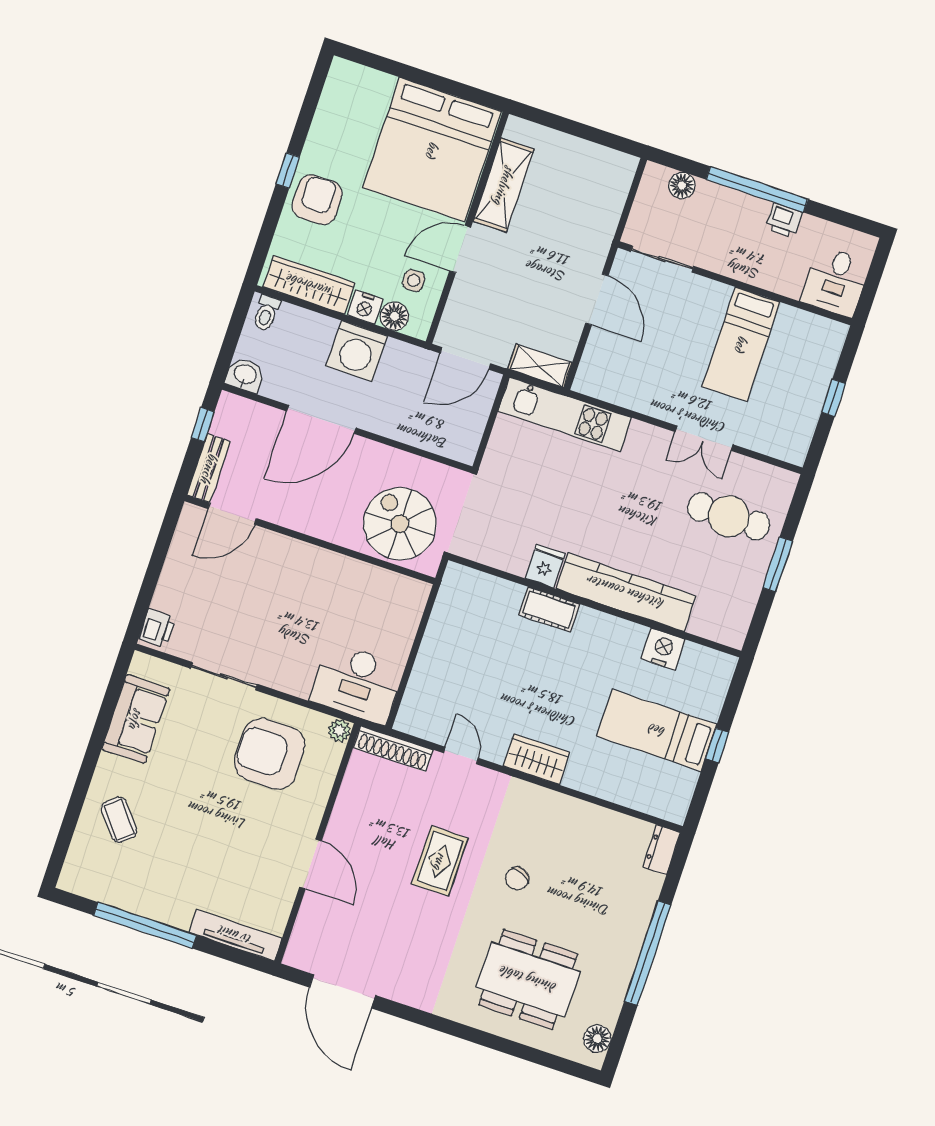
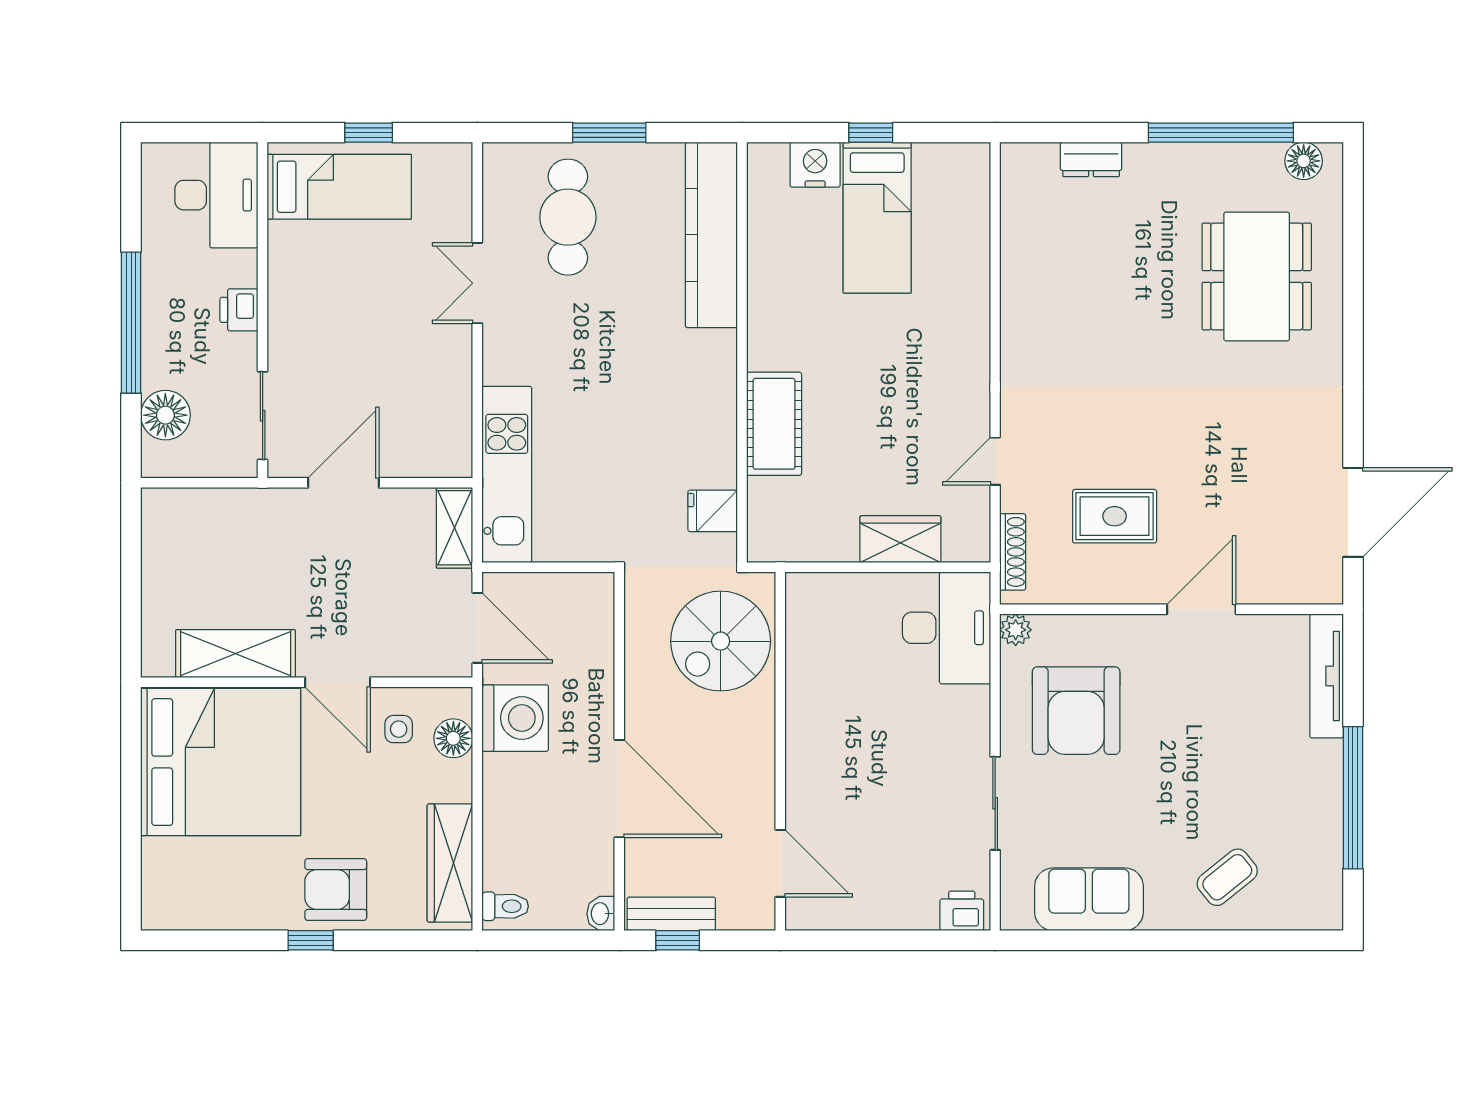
floor lamp: (682, 186) -> (165, 415), width x1.38, depth x1.38
printer: (784, 220) -> (239, 310), moved, turned 180
desk: (835, 281) -> (216, 195), width x1.37
nightstand: (365, 307) -> (454, 781), removed
bed: (741, 344) -> (339, 187), moved
washing machine: (357, 351) -> (515, 718), moved
washbasin: (245, 375) -> (601, 914), width x0.72, depth x0.69
double door: (704, 438) -> (477, 283), swing flipped
bench: (209, 468) -> (671, 914), moved
fridge: (545, 566) -> (713, 511), moved
kitchen counter: (626, 592) -> (711, 235), moved
cot: (549, 609) -> (774, 424), width x1.37, depth x1.34
nightstand: (663, 649) -> (815, 165), moved, turned 90
shoe rack: (393, 749) -> (1013, 552), width x0.74, depth x0.81
wardrobe: (537, 759) -> (900, 539), moved, turned 90
dresser: (662, 850) -> (1091, 159), moved
rug: (440, 861) -> (1115, 516), moved
chair: (517, 879) -> (1130, 334), removed
window: (648, 953) -> (1221, 133), moved

